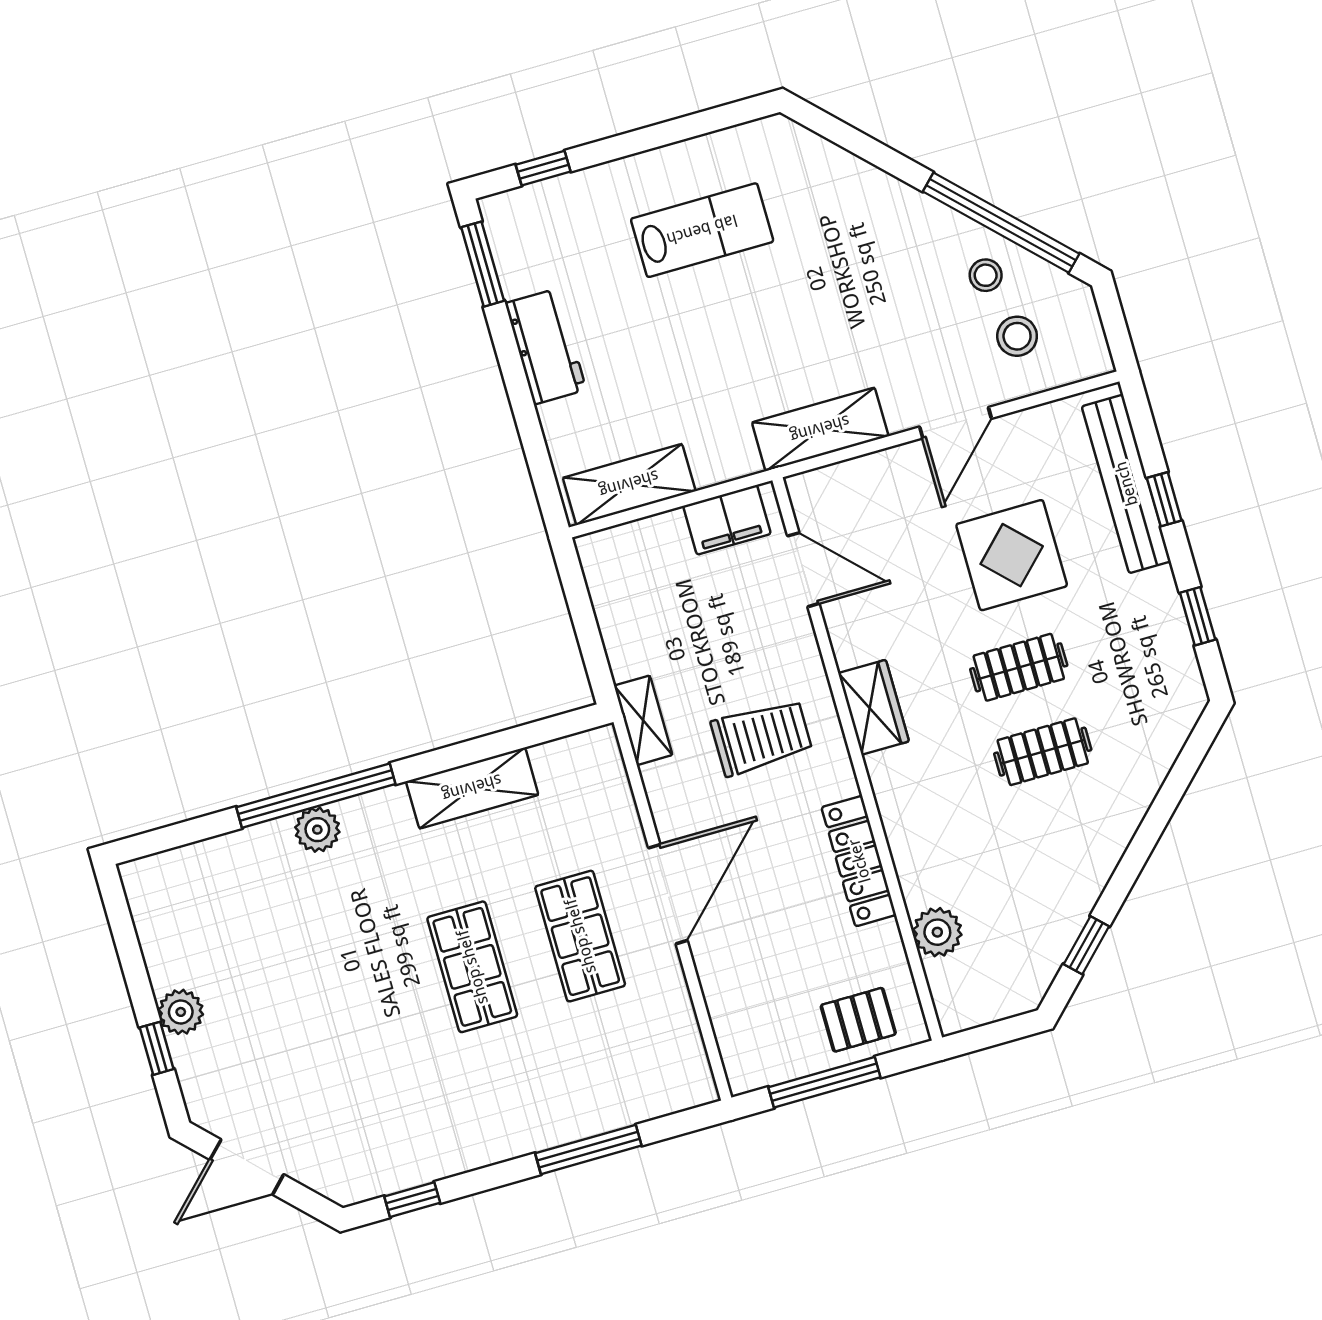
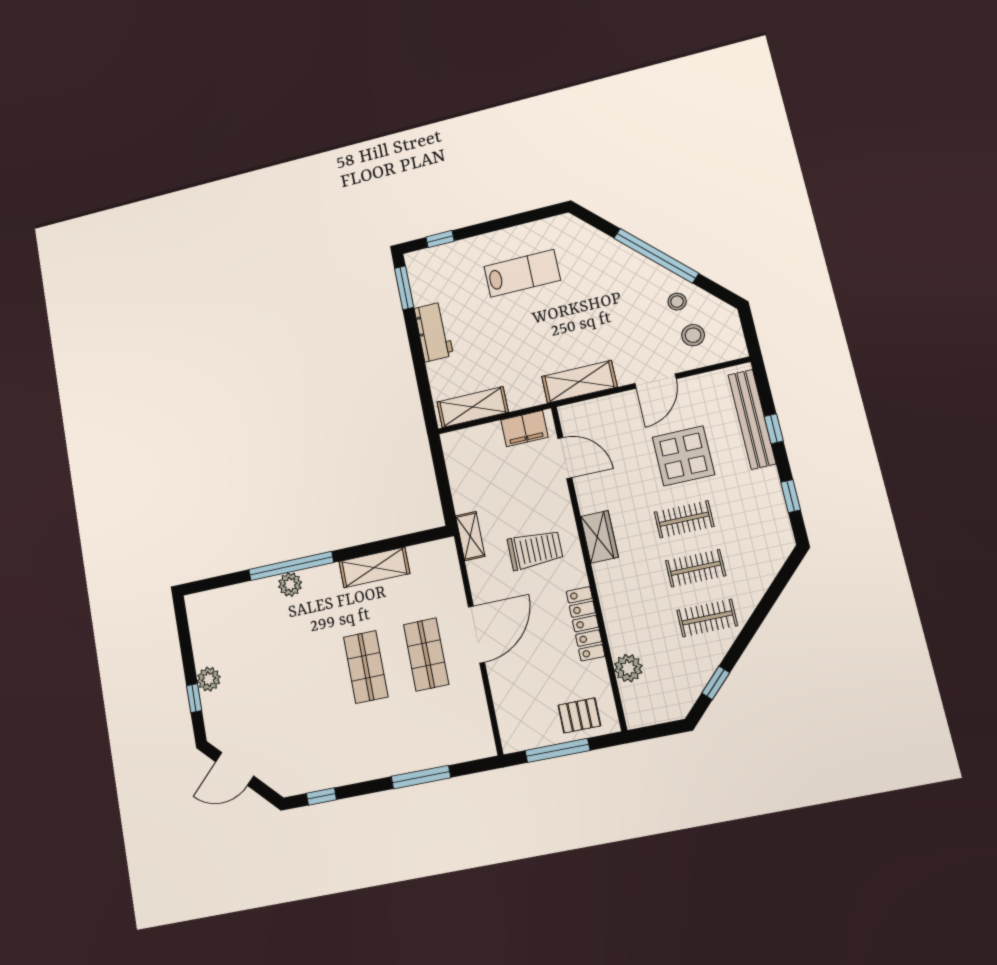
window: (1001, 223) -> (656, 256), moved
clothes rail: (1067, 836) -> (707, 618), added

